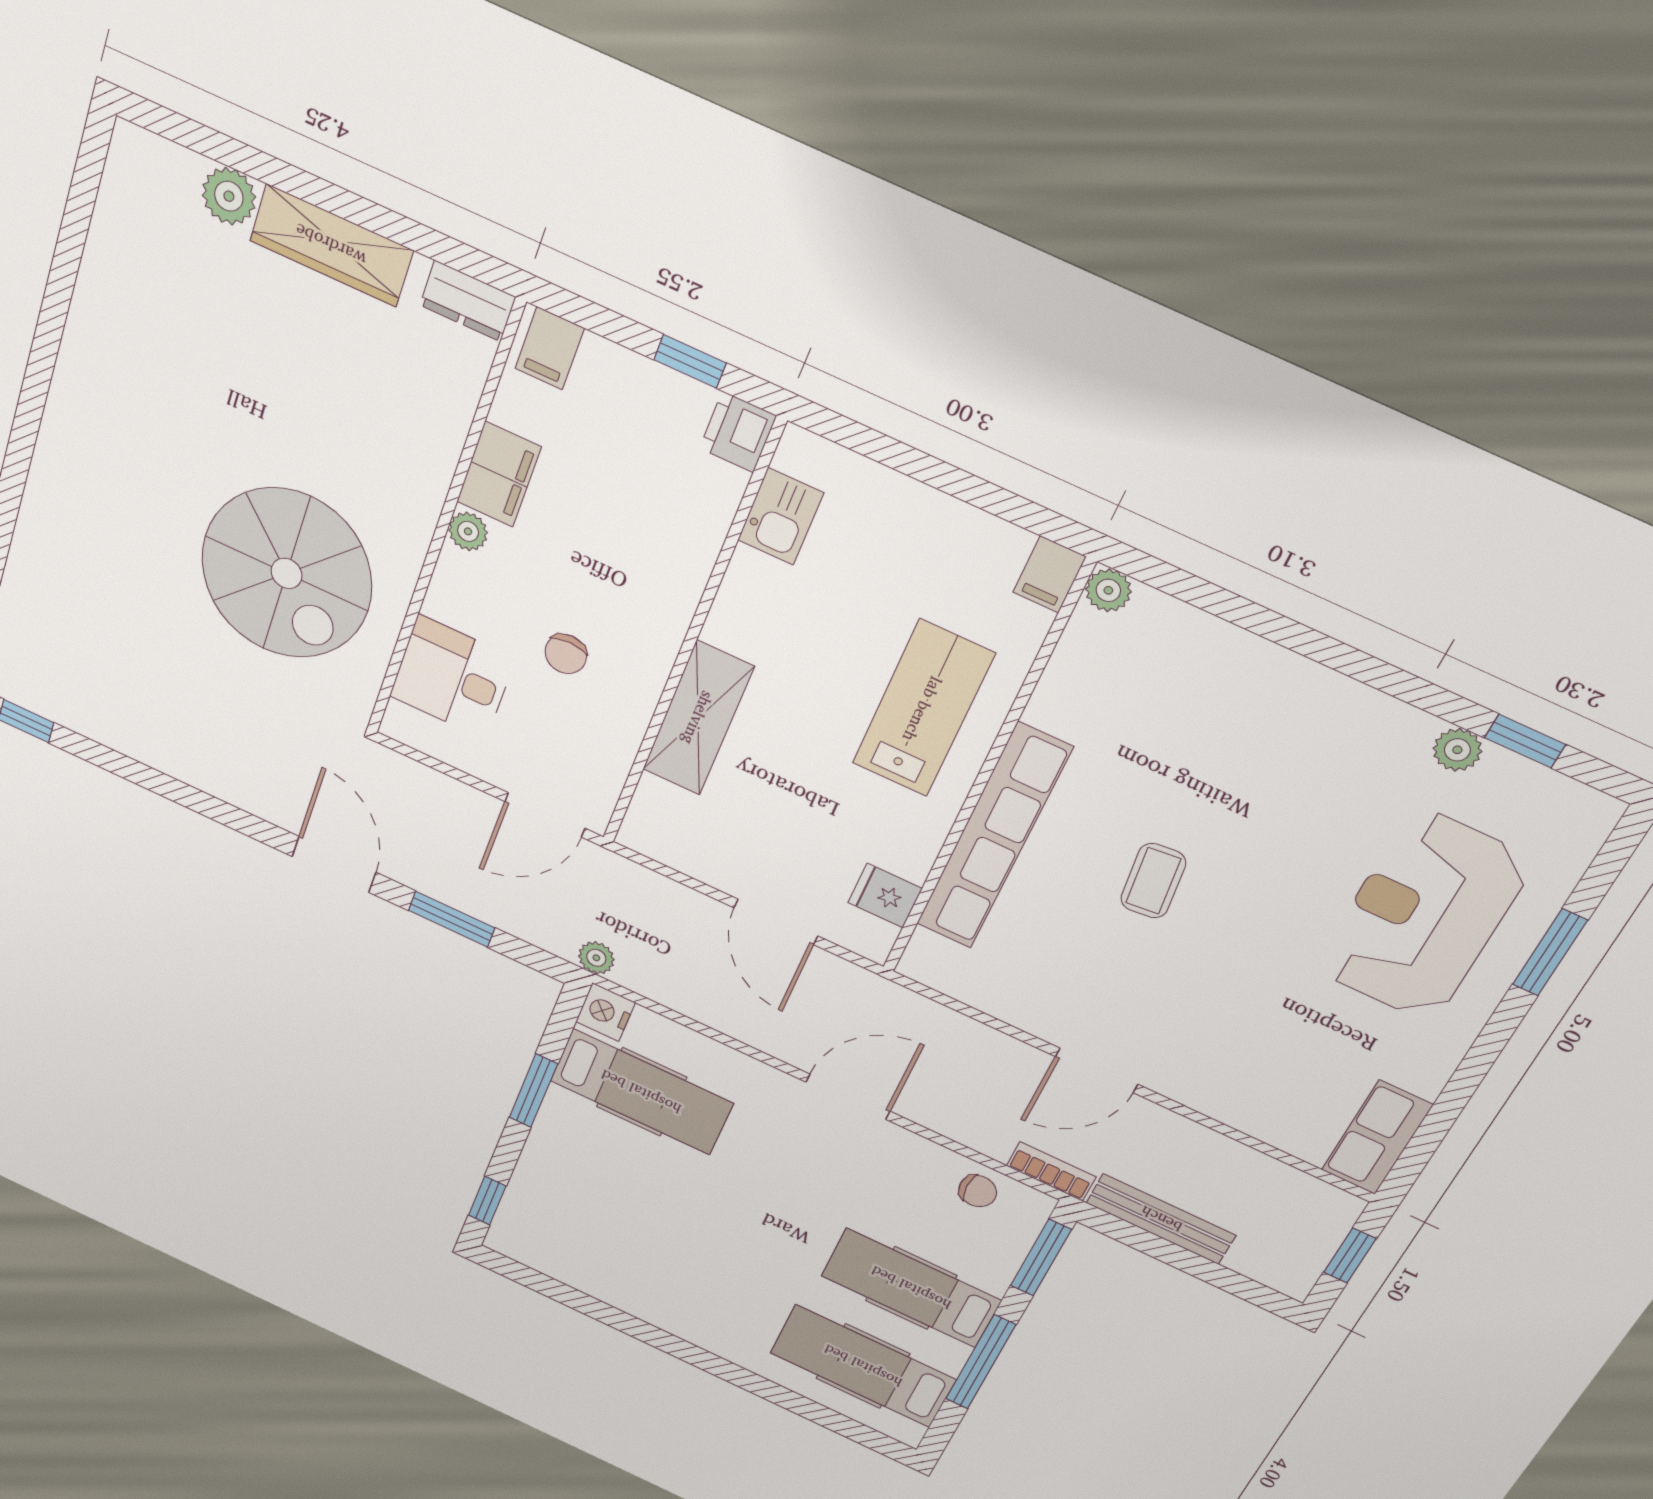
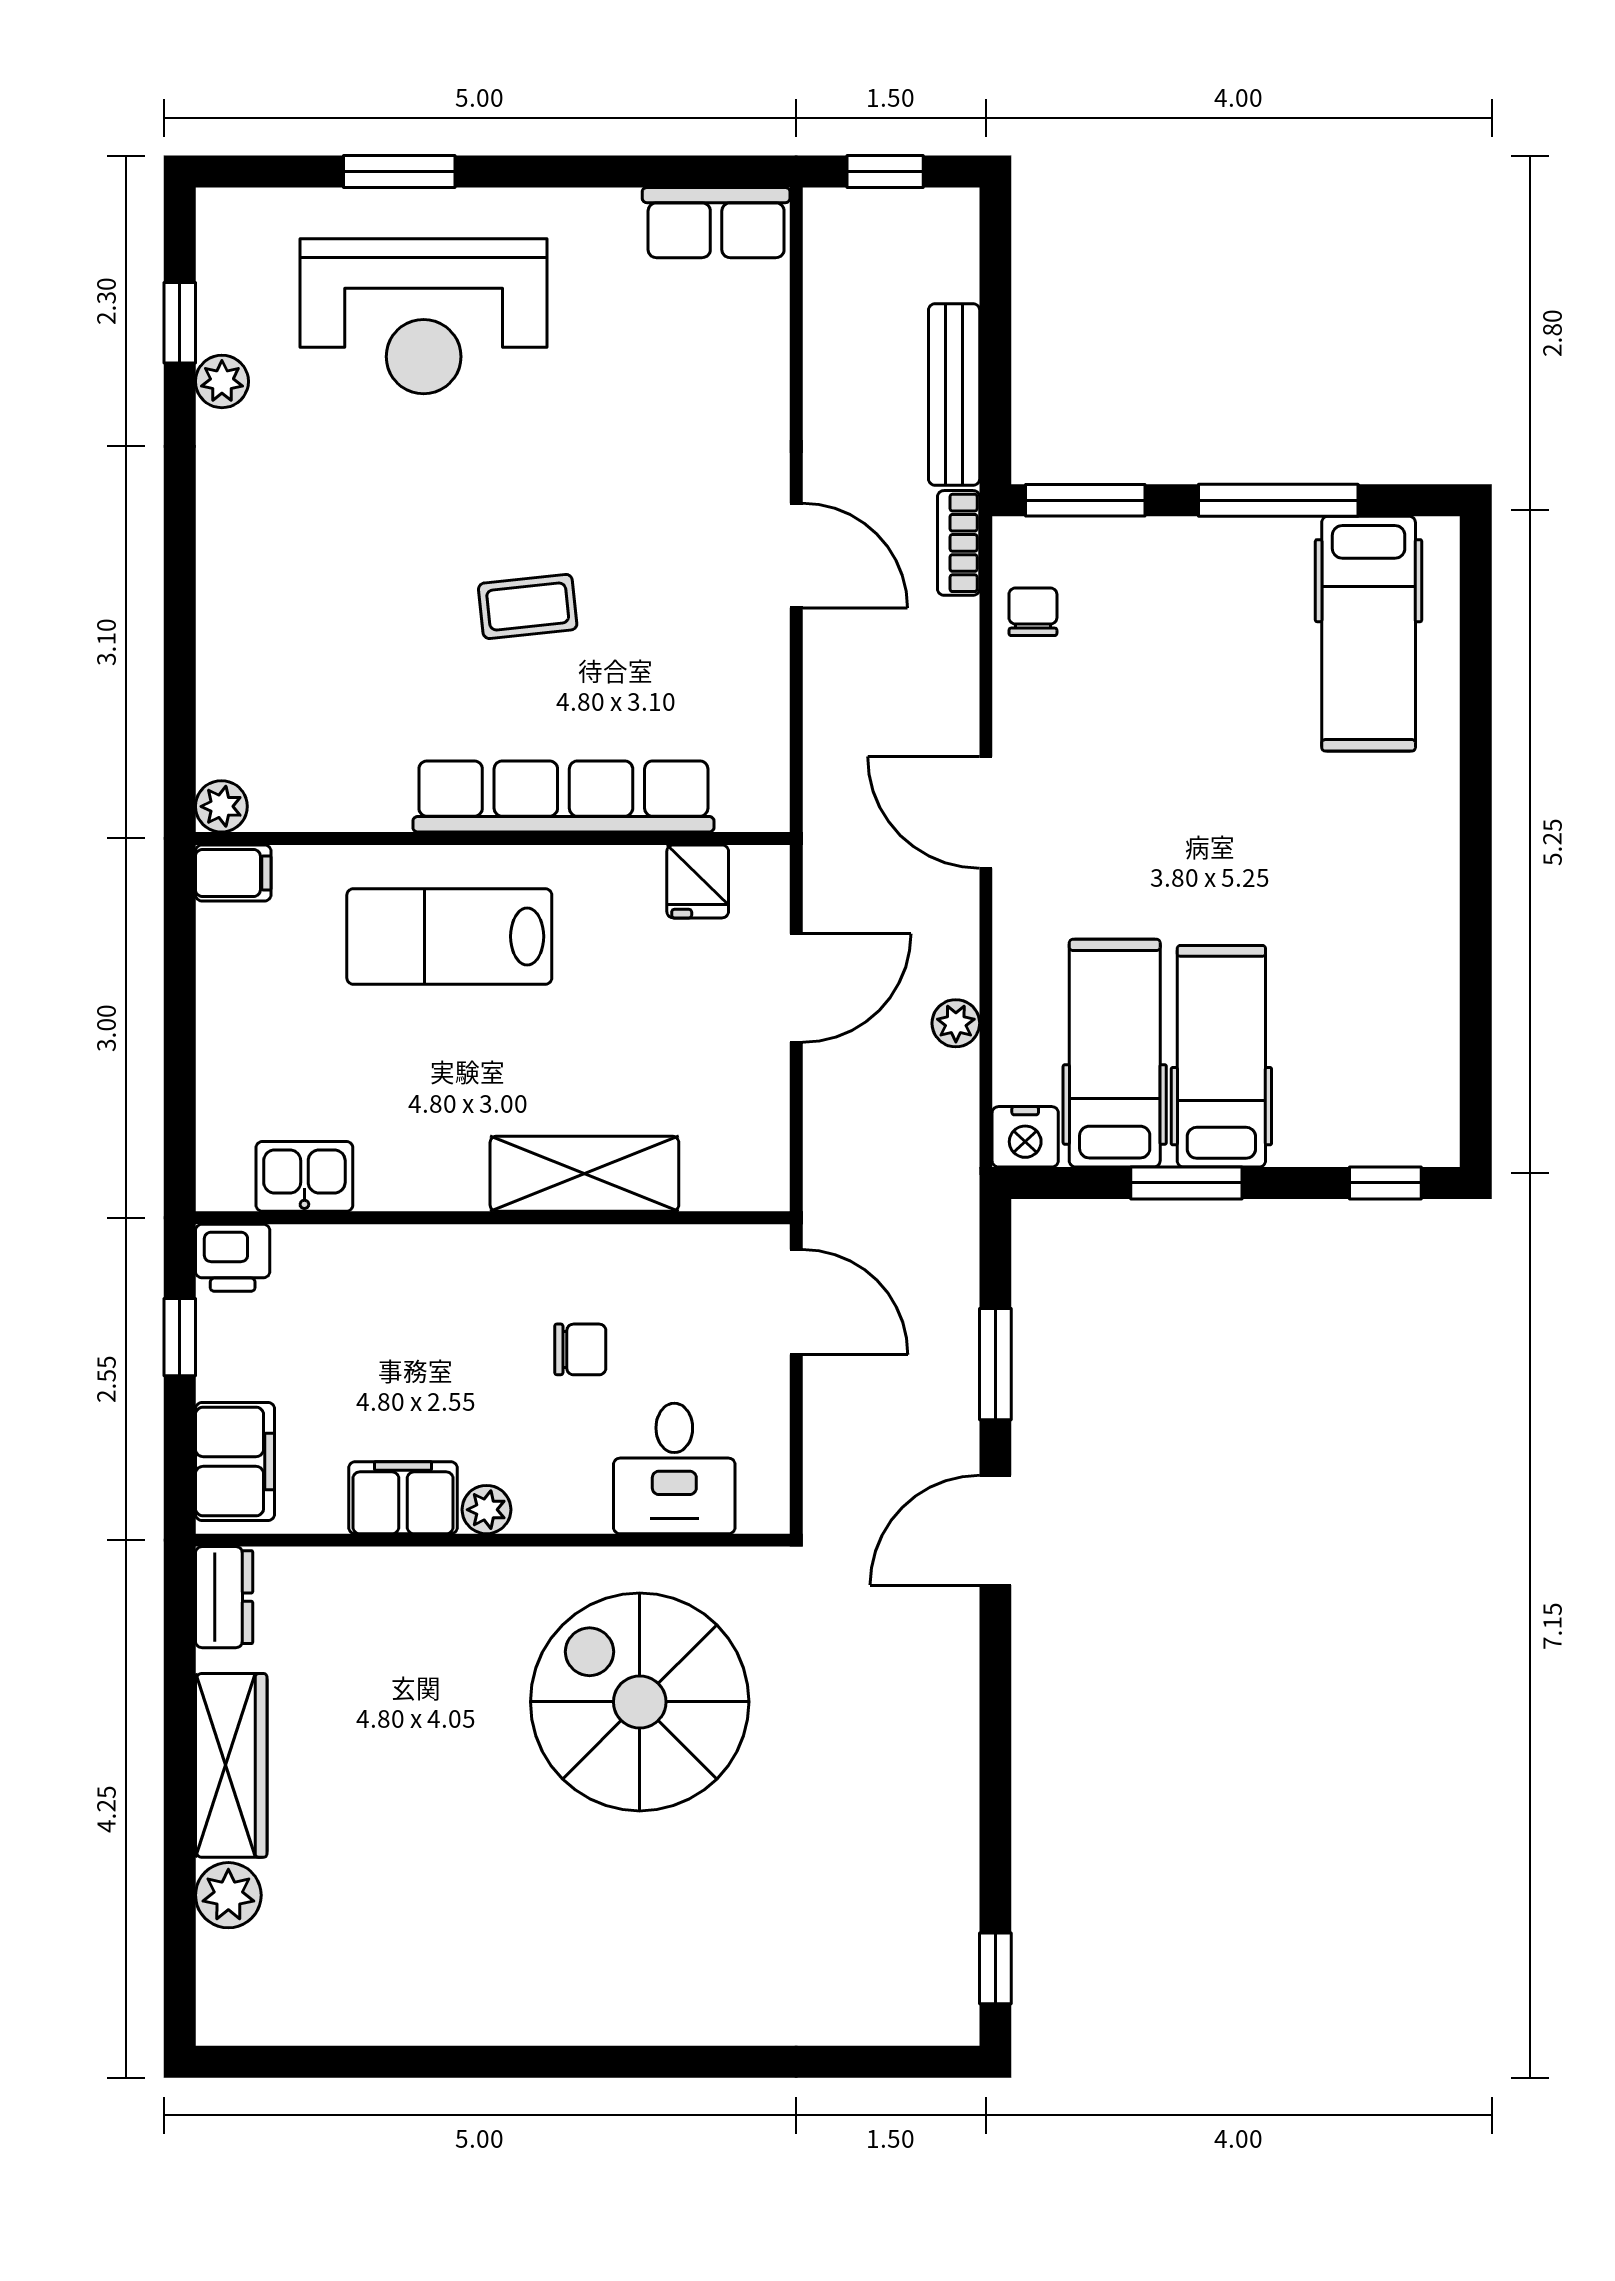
filing cabinet: (550, 348) -> (235, 1461), width x2.00
spiral stairs: (287, 573) -> (640, 1702), turned -90
plant: (596, 958) -> (956, 1023), moved
hospital bed: (911, 1288) -> (1221, 1056), moved, turned 180

